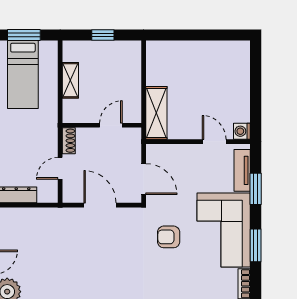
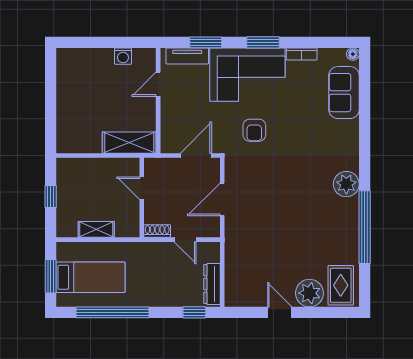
washing machine: (242, 131) -> (123, 56), moved

